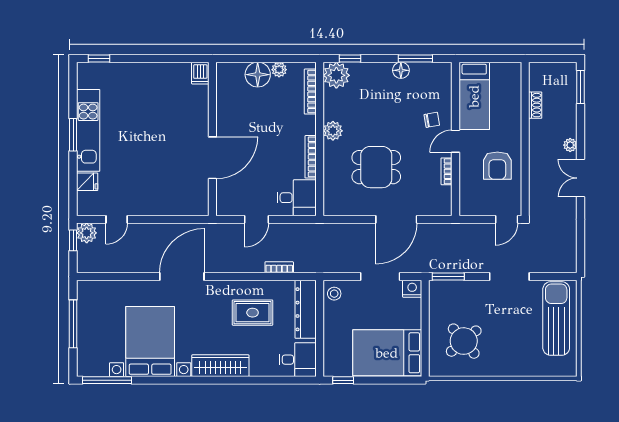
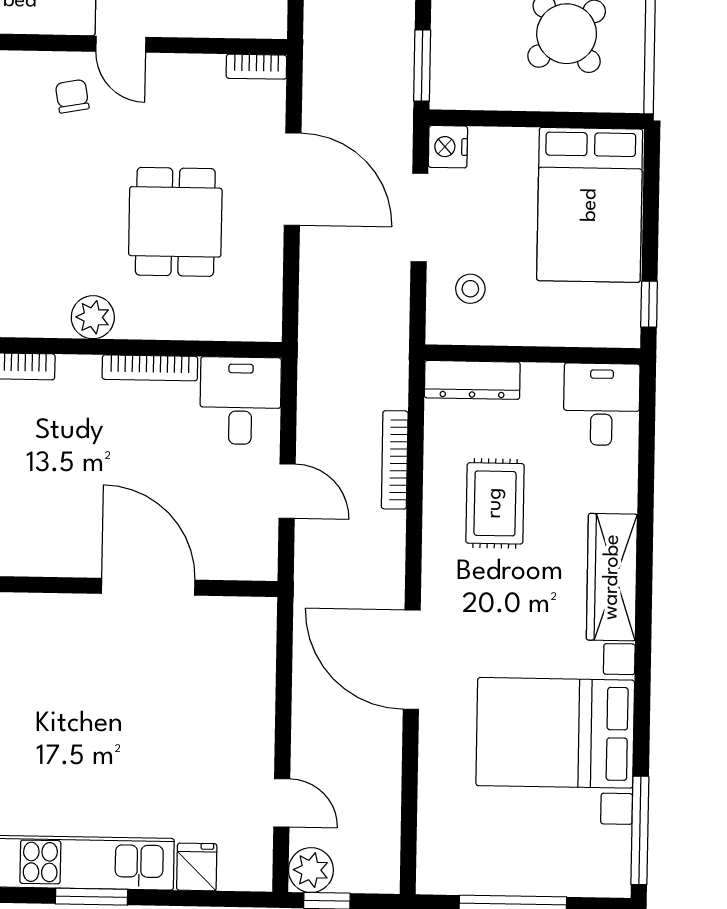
bookcase: (446, 171) -> (256, 67), moved
bookcase: (279, 267) -> (395, 460), width x1.56
stool: (334, 294) -> (470, 289), moved
dresser: (306, 309) -> (472, 380), width x0.73, depth x0.80

